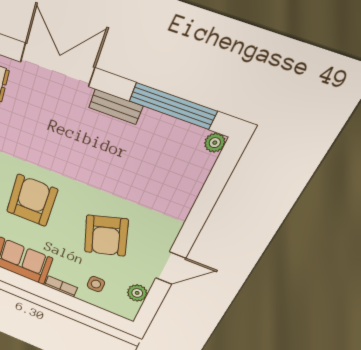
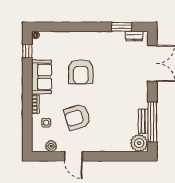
bench: (116, 107) -> (143, 121), moved
plant: (215, 143) -> (139, 143), width x1.87, depth x1.87
armchair: (32, 201) -> (81, 72), turned 90

